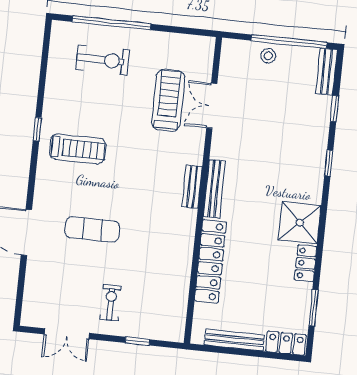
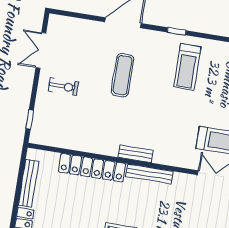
window: (37, 129) -> (177, 31), moved
bench: (192, 187) -> (136, 154), moved
window: (138, 341) -> (30, 119), moved

